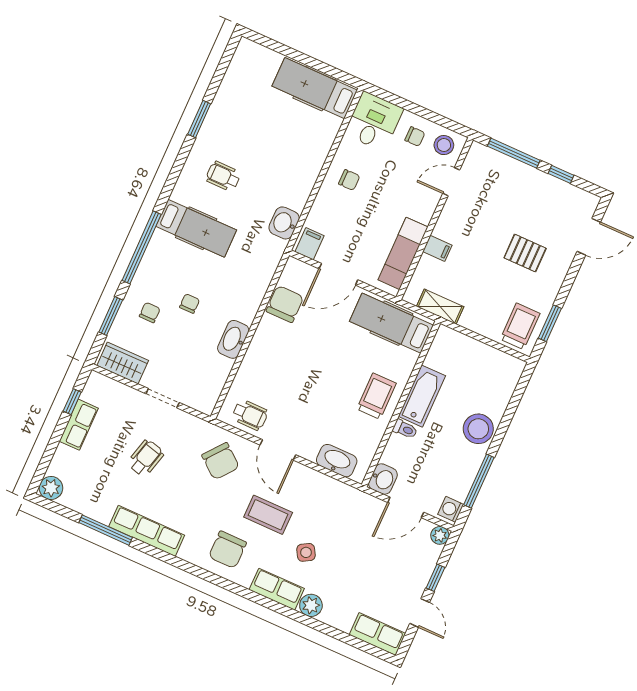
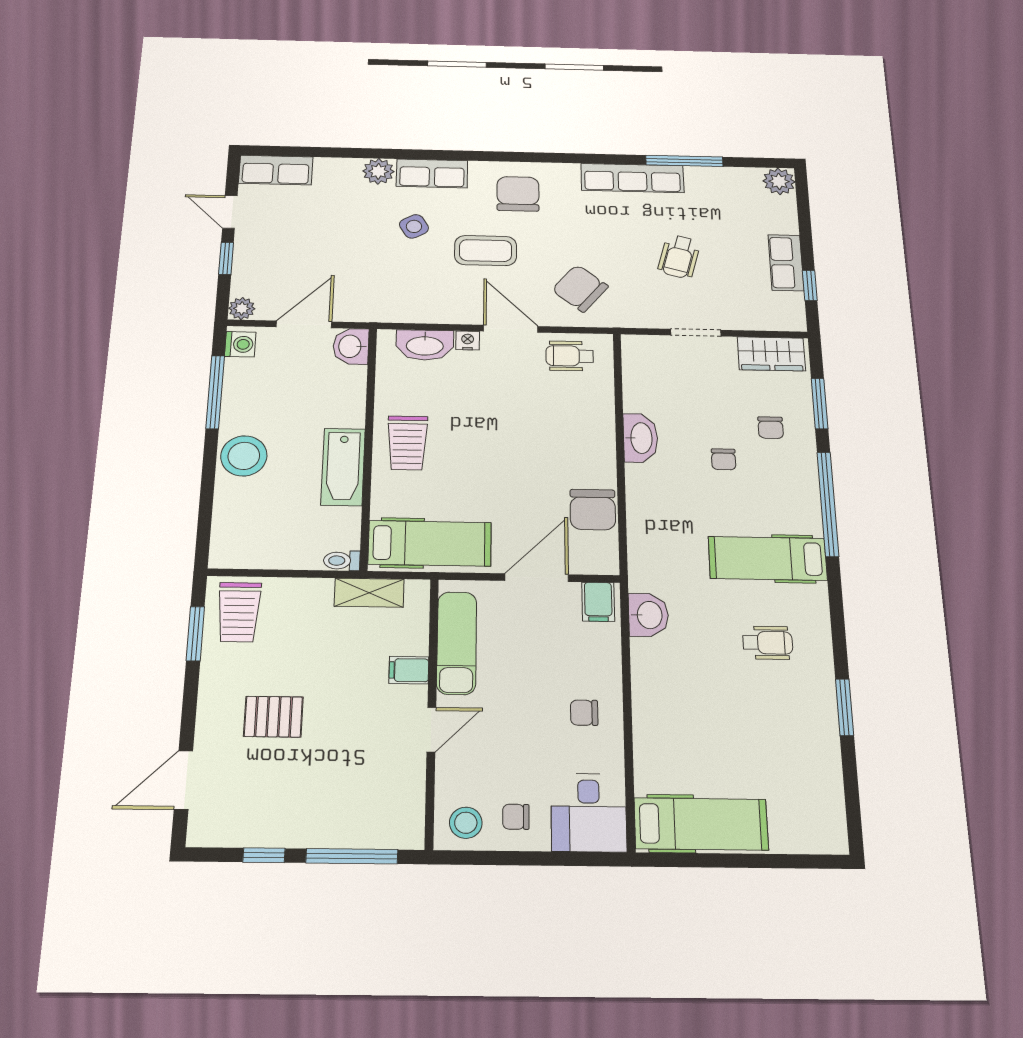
door: (451, 182) -> (431, 730), moved
toilet: (405, 429) -> (342, 561), moved
nightstand: (309, 453) -> (468, 340), added

